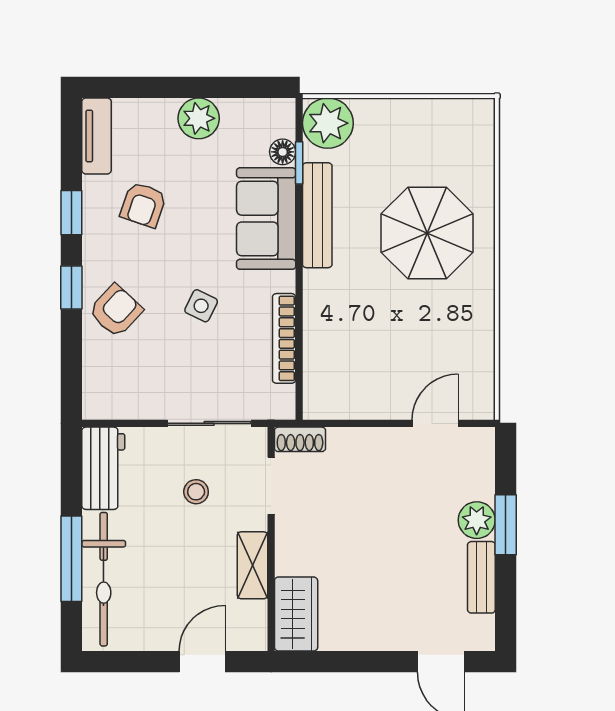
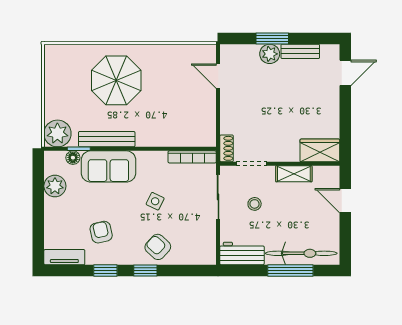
plant: (199, 118) -> (55, 186), moved
armchair: (143, 205) -> (101, 232), turned -122
bookcase: (284, 338) -> (192, 157), moved

